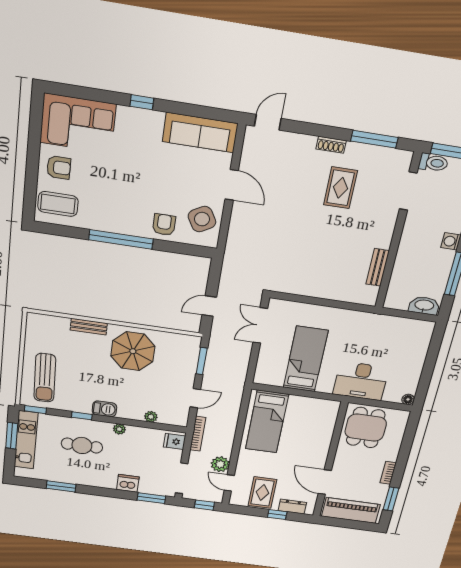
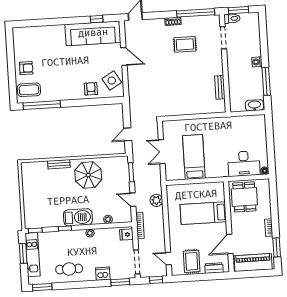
window: (142, 102) -> (97, 19), moved
corner sofa: (78, 123) -> (33, 40), removed
sofa: (200, 132) -> (93, 33), width x1.36, depth x1.27
window: (374, 139) -> (196, 13), width x1.46
rug: (340, 188) -> (185, 44), turned 90
window: (121, 239) -> (42, 105), moved
double door: (260, 325) -> (162, 152), moved
sun lounger: (45, 378) -> (38, 206), removed
desk: (361, 381) -> (244, 164), moved
door: (195, 398) -> (133, 200), swing flipped
barbecue: (104, 409) -> (78, 217), width x1.88, depth x1.53
bed: (267, 422) -> (203, 213), moved, turned 90
cafe table: (82, 445) -> (69, 269), moved
plant: (220, 464) -> (156, 200), moved
door: (325, 482) -> (230, 244), hinge flipped
window: (61, 486) -> (42, 287), moved
window: (277, 515) -> (206, 277), removed

